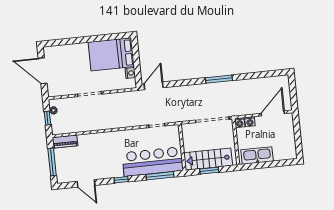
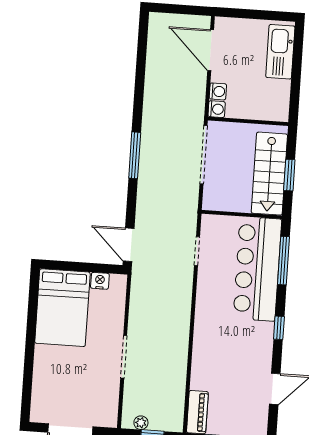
window: (219, 79) -> (135, 155), moved
kitchen sink: (257, 156) -> (280, 52), moved

